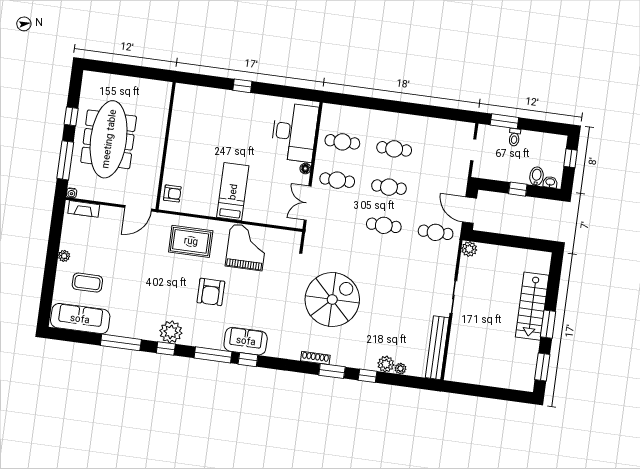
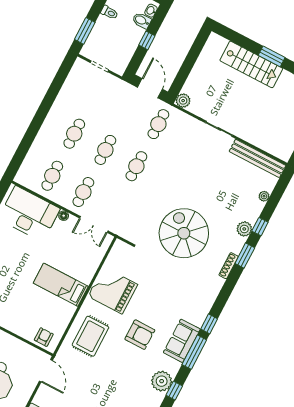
toilet: (514, 137) -> (109, 12), moved
door: (470, 210) -> (150, 88), swing flipped
sofa: (246, 341) -> (182, 341), moved
plant: (386, 364) -> (244, 229), moved

